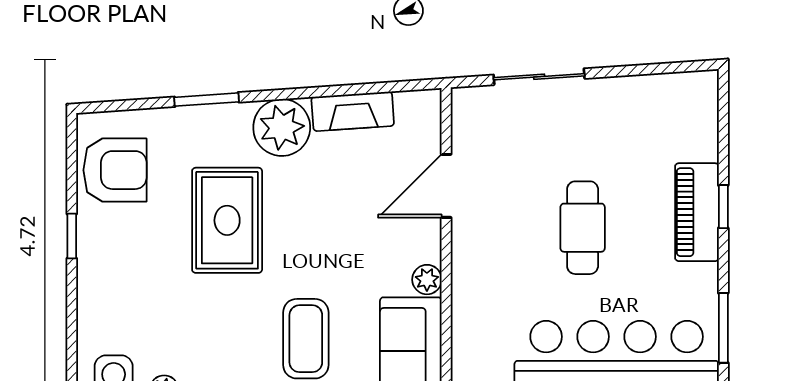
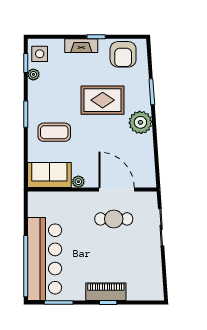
fireplace: (353, 111) -> (81, 46), moved, turned -86
door: (446, 186) -> (117, 189), width x1.36
cafe table: (583, 228) -> (114, 219), moved

